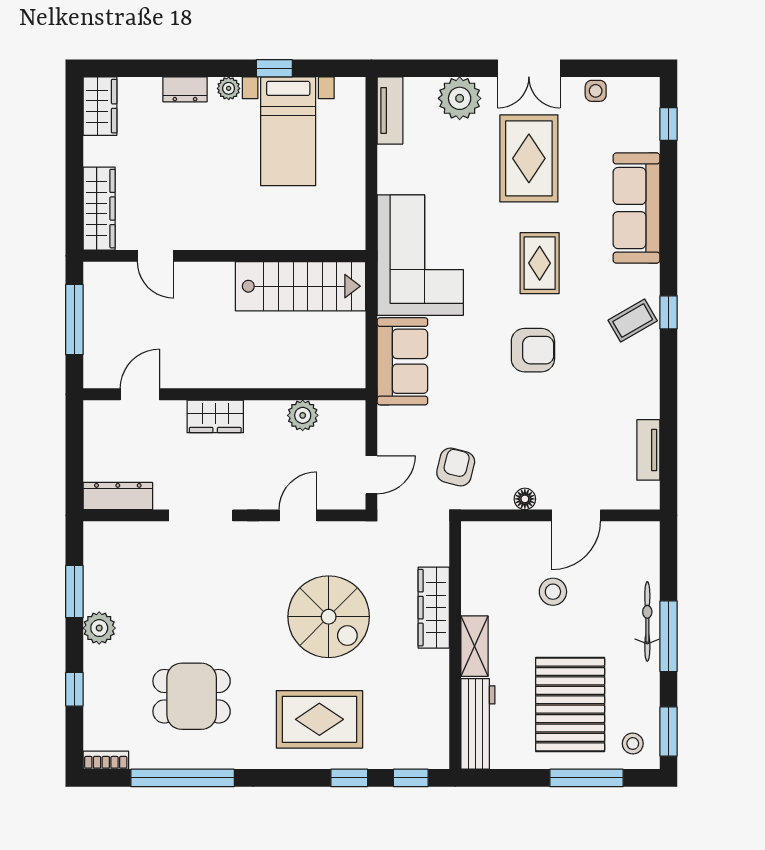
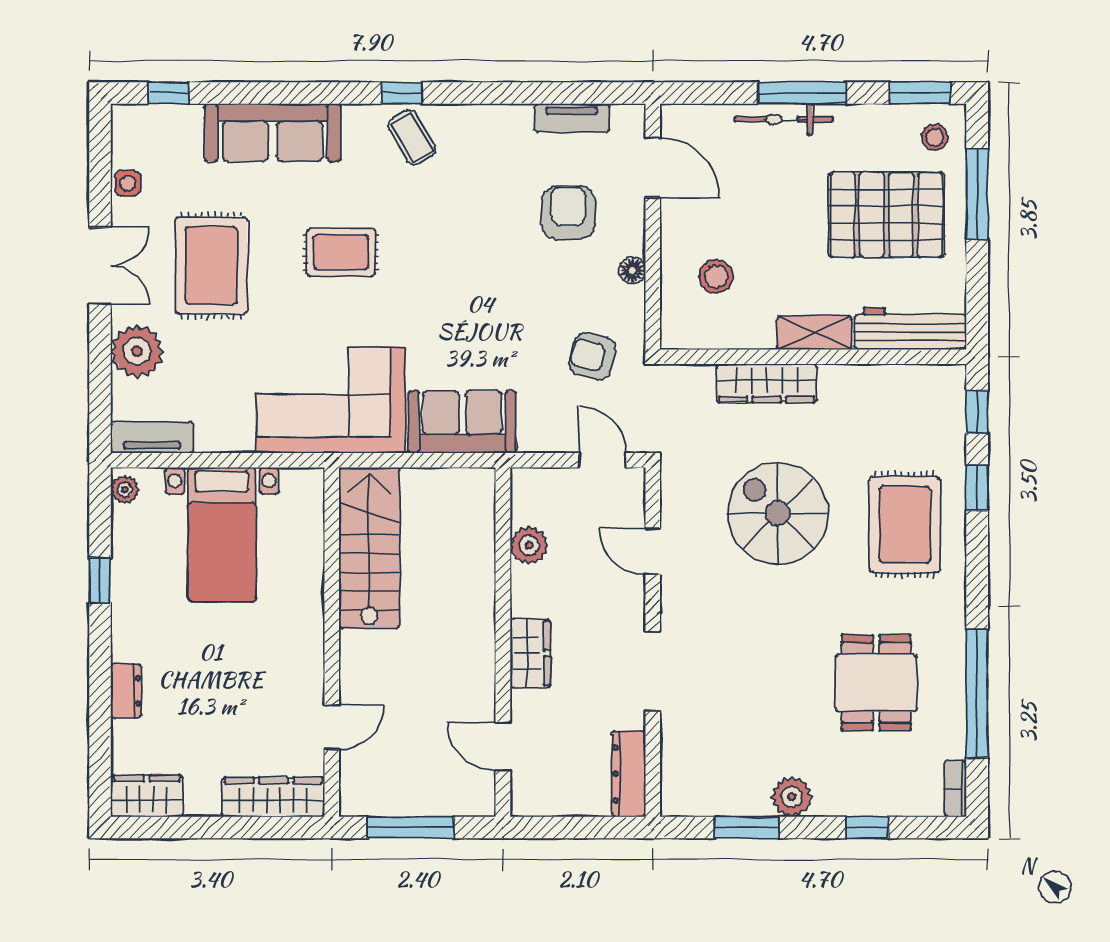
plant: (229, 88) -> (125, 490), moved
bed with nightstands: (288, 131) -> (222, 535), moved, turned 90
rug: (529, 158) -> (211, 266), turned 90
armchair: (533, 350) -> (568, 213), moved
door: (576, 515) -> (653, 168), moved
stool: (553, 592) -> (716, 276), moved
spiral stairs: (329, 617) -> (778, 513), turned -90

